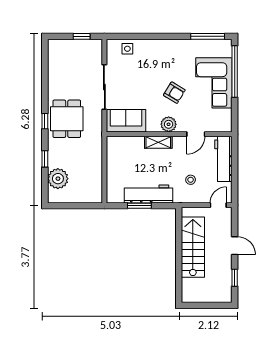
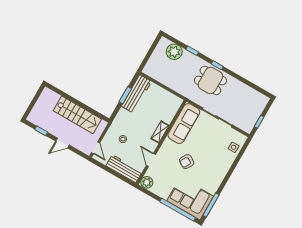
corner sofa: (214, 83) -> (190, 199), moved
sofa: (126, 121) -> (184, 124), width x1.36
plant: (169, 124) -> (147, 182), moved
workbench: (148, 194) -> (136, 94), moved

